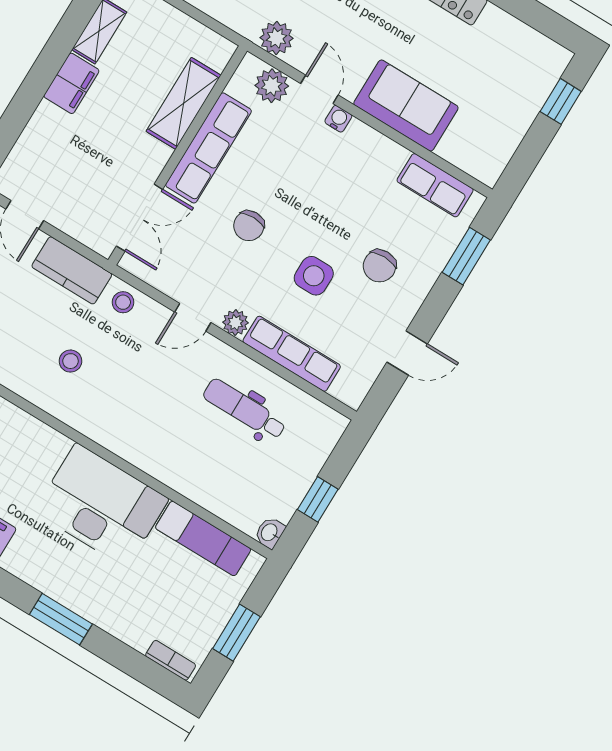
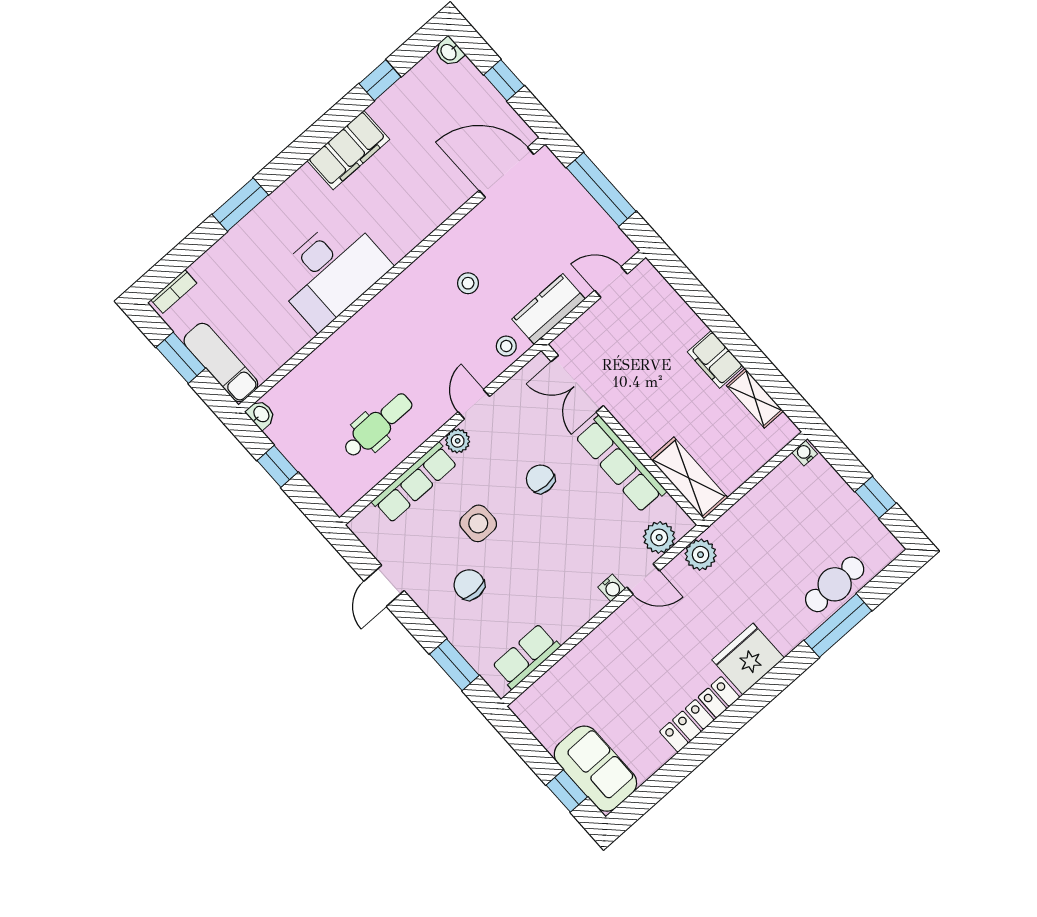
shelving: (184, 103) -> (689, 478), moved
sofa: (406, 106) -> (595, 769), moved, turned -90
exam couch: (203, 539) -> (221, 362), moved, turned 90

